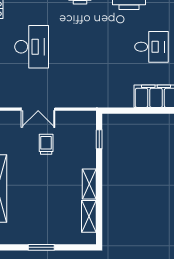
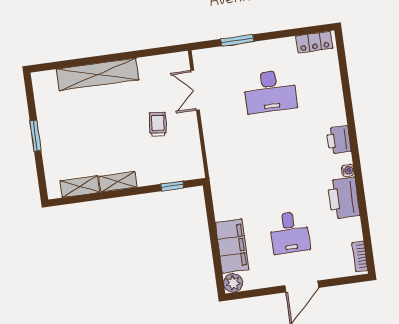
double door: (38, 109) -> (195, 90), moved
trolley: (46, 144) -> (158, 124), turned -84

